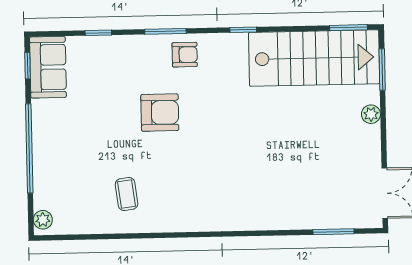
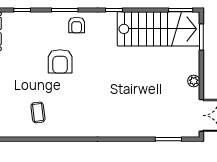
armchair: (185, 55) -> (77, 25), turned 90
armchair: (160, 113) -> (60, 61), turned 90
plant: (371, 114) -> (194, 81), moved

